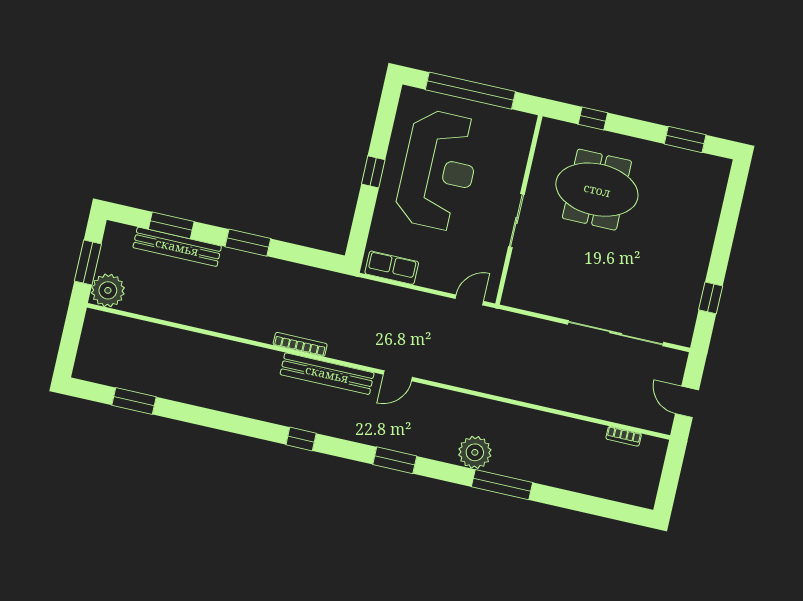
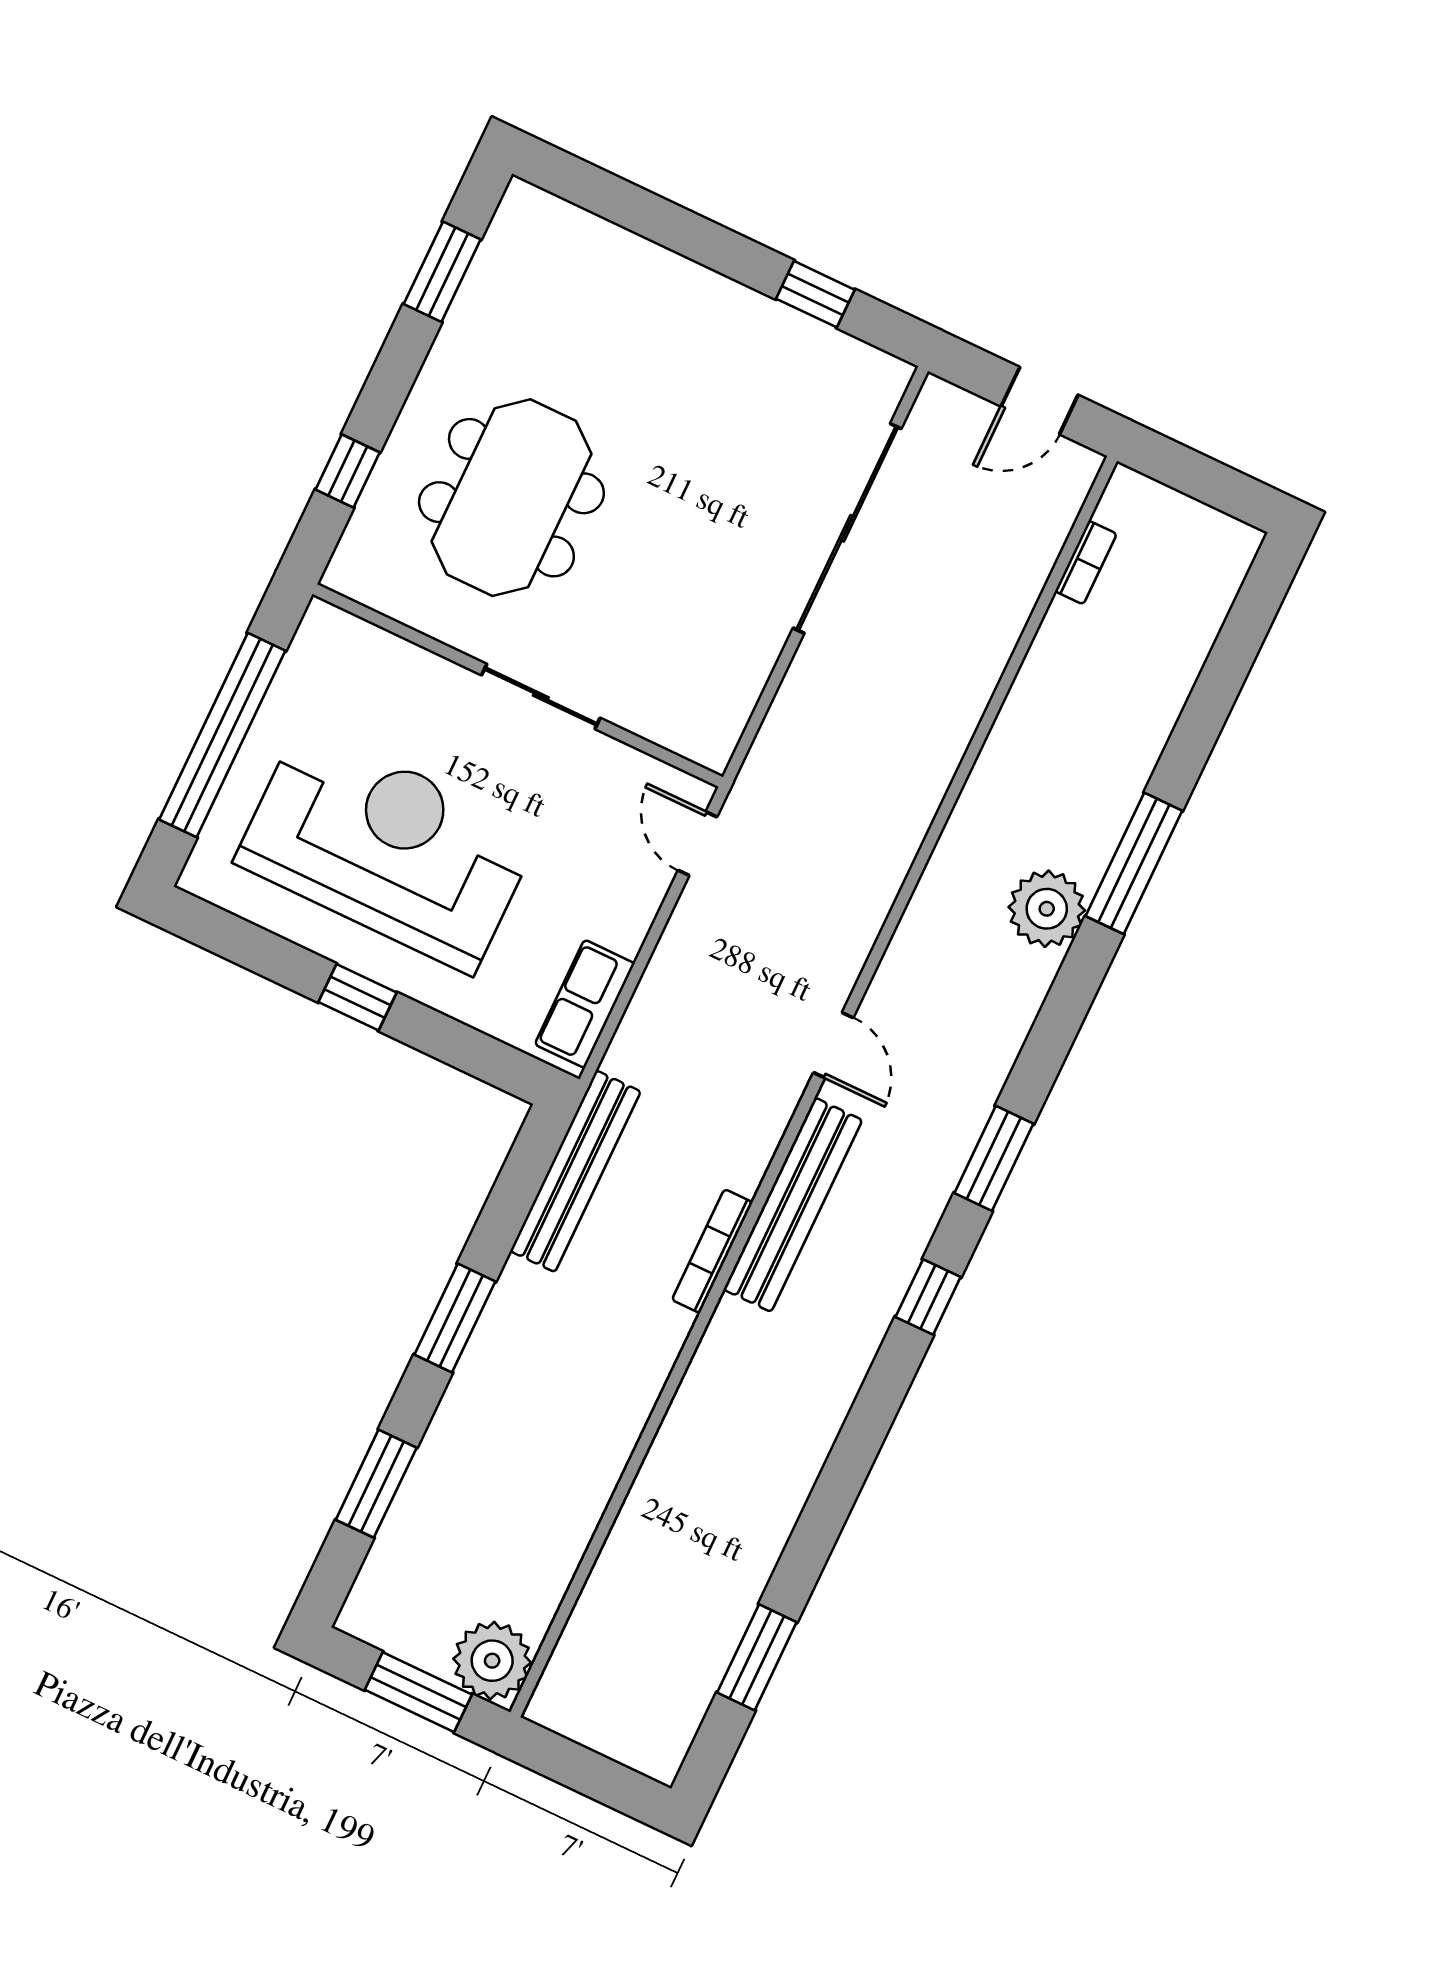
bench: (177, 247) -> (575, 1171), moved
window: (395, 460) -> (994, 1158), moved

